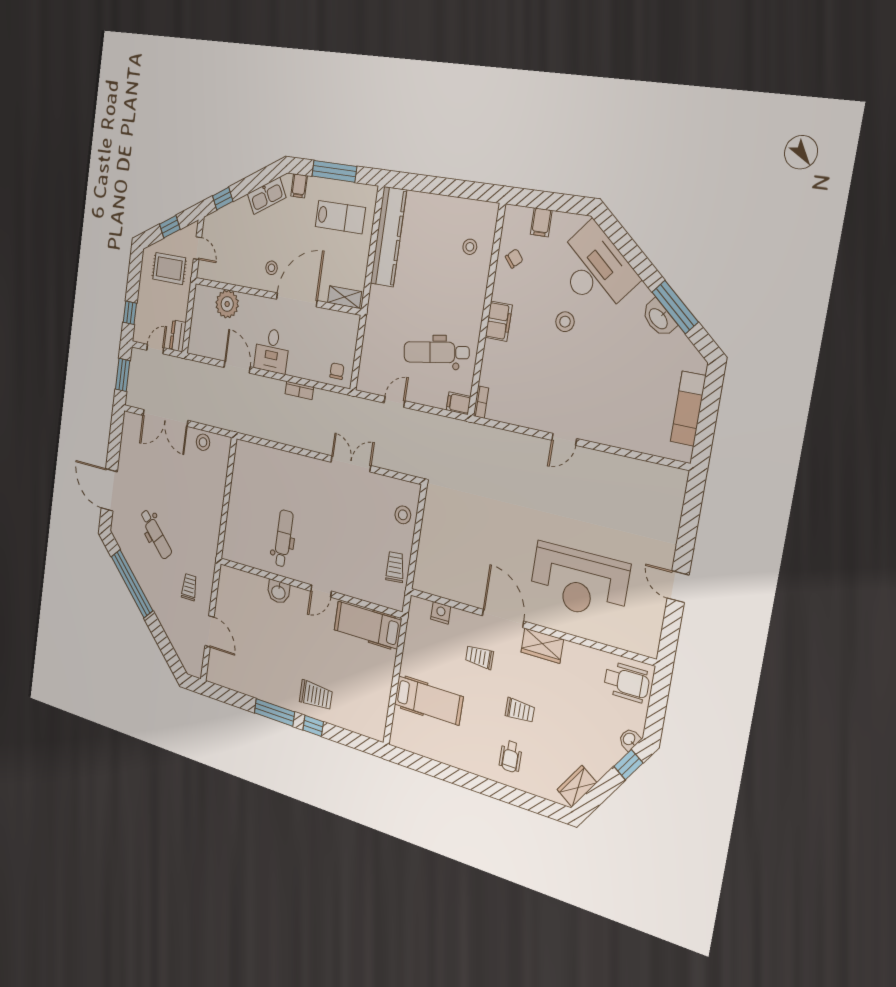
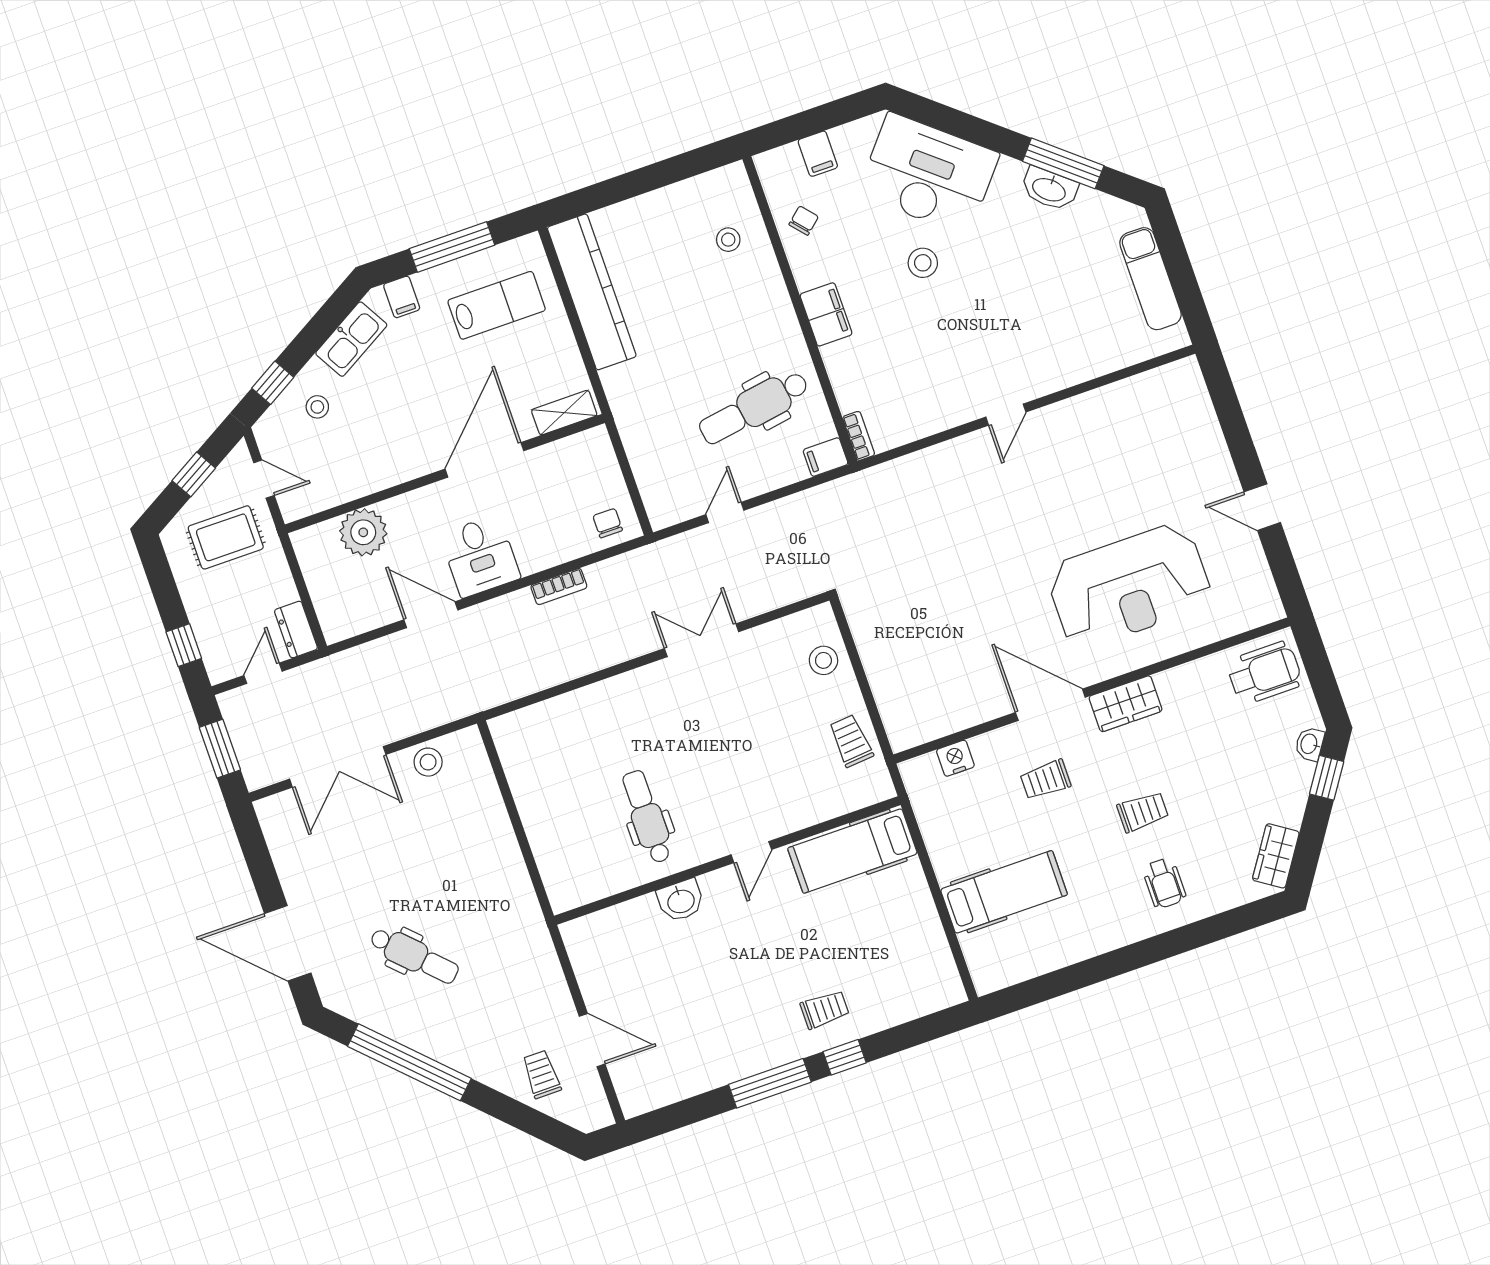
stool: (272, 268) -> (317, 407), moved
trolley: (189, 587) -> (542, 1074), moved
trolley: (316, 695) -> (825, 1009), width x0.73, depth x0.72

